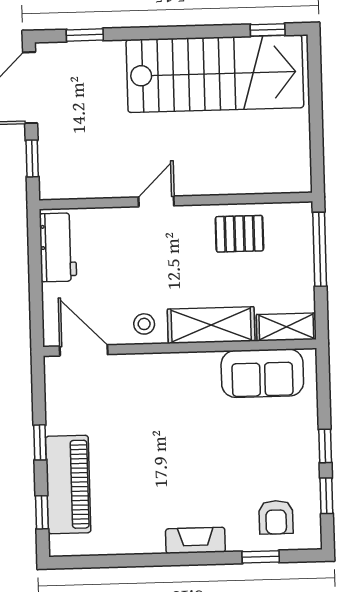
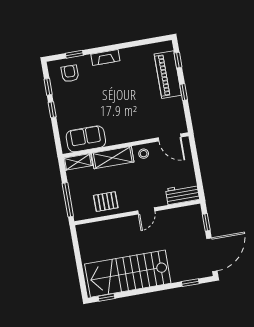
workbench: (58, 247) -> (183, 194), moved, turned 90

